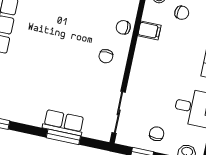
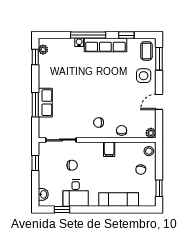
filing cabinet: (149, 30) -> (109, 149), moved
chair: (157, 134) -> (72, 165), moved

